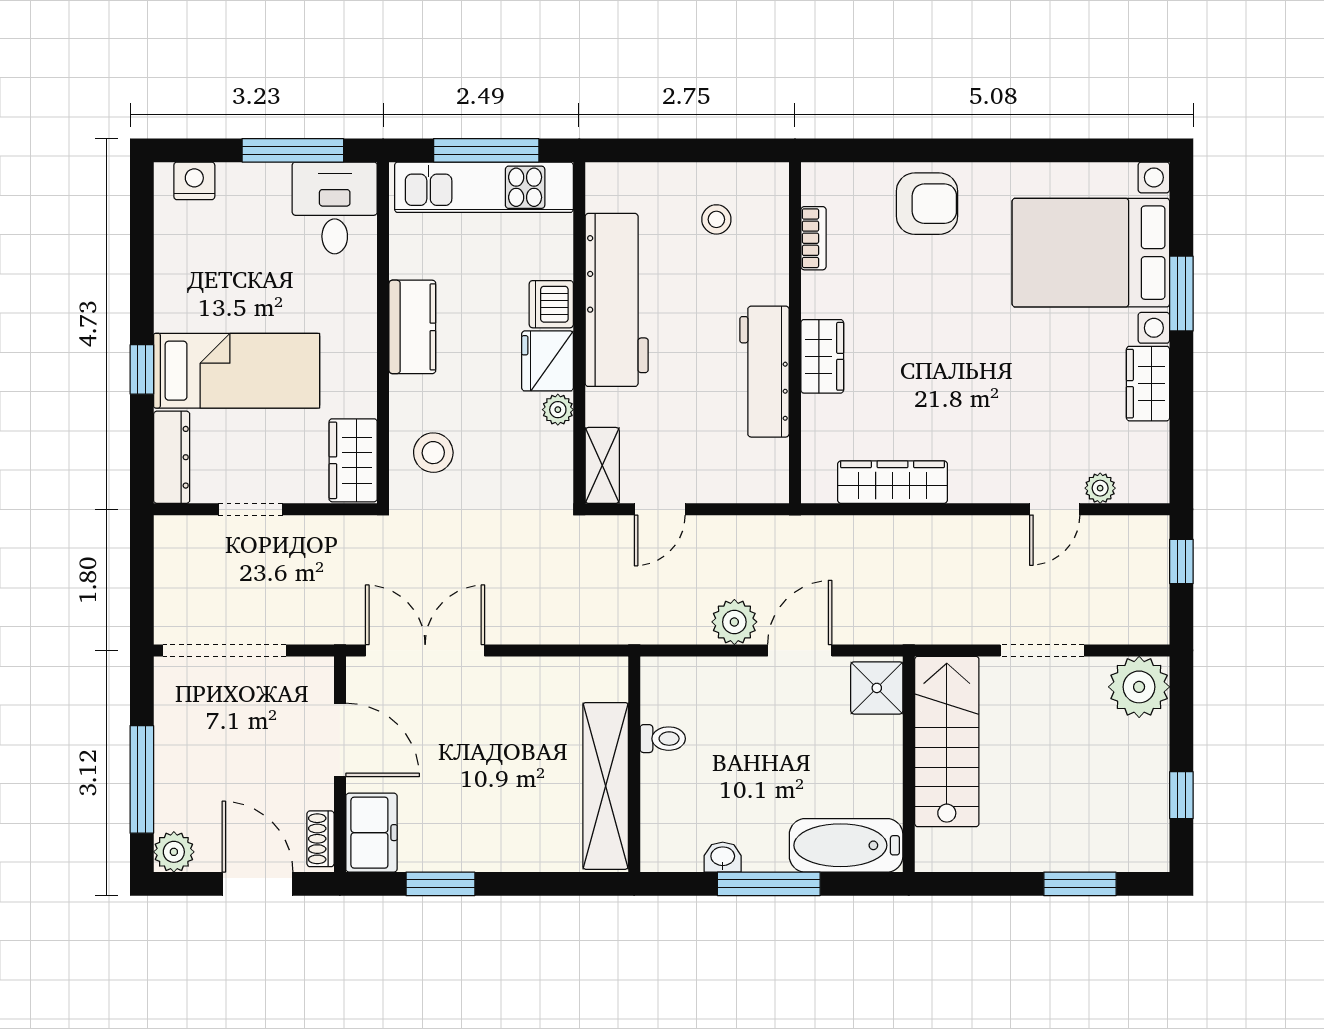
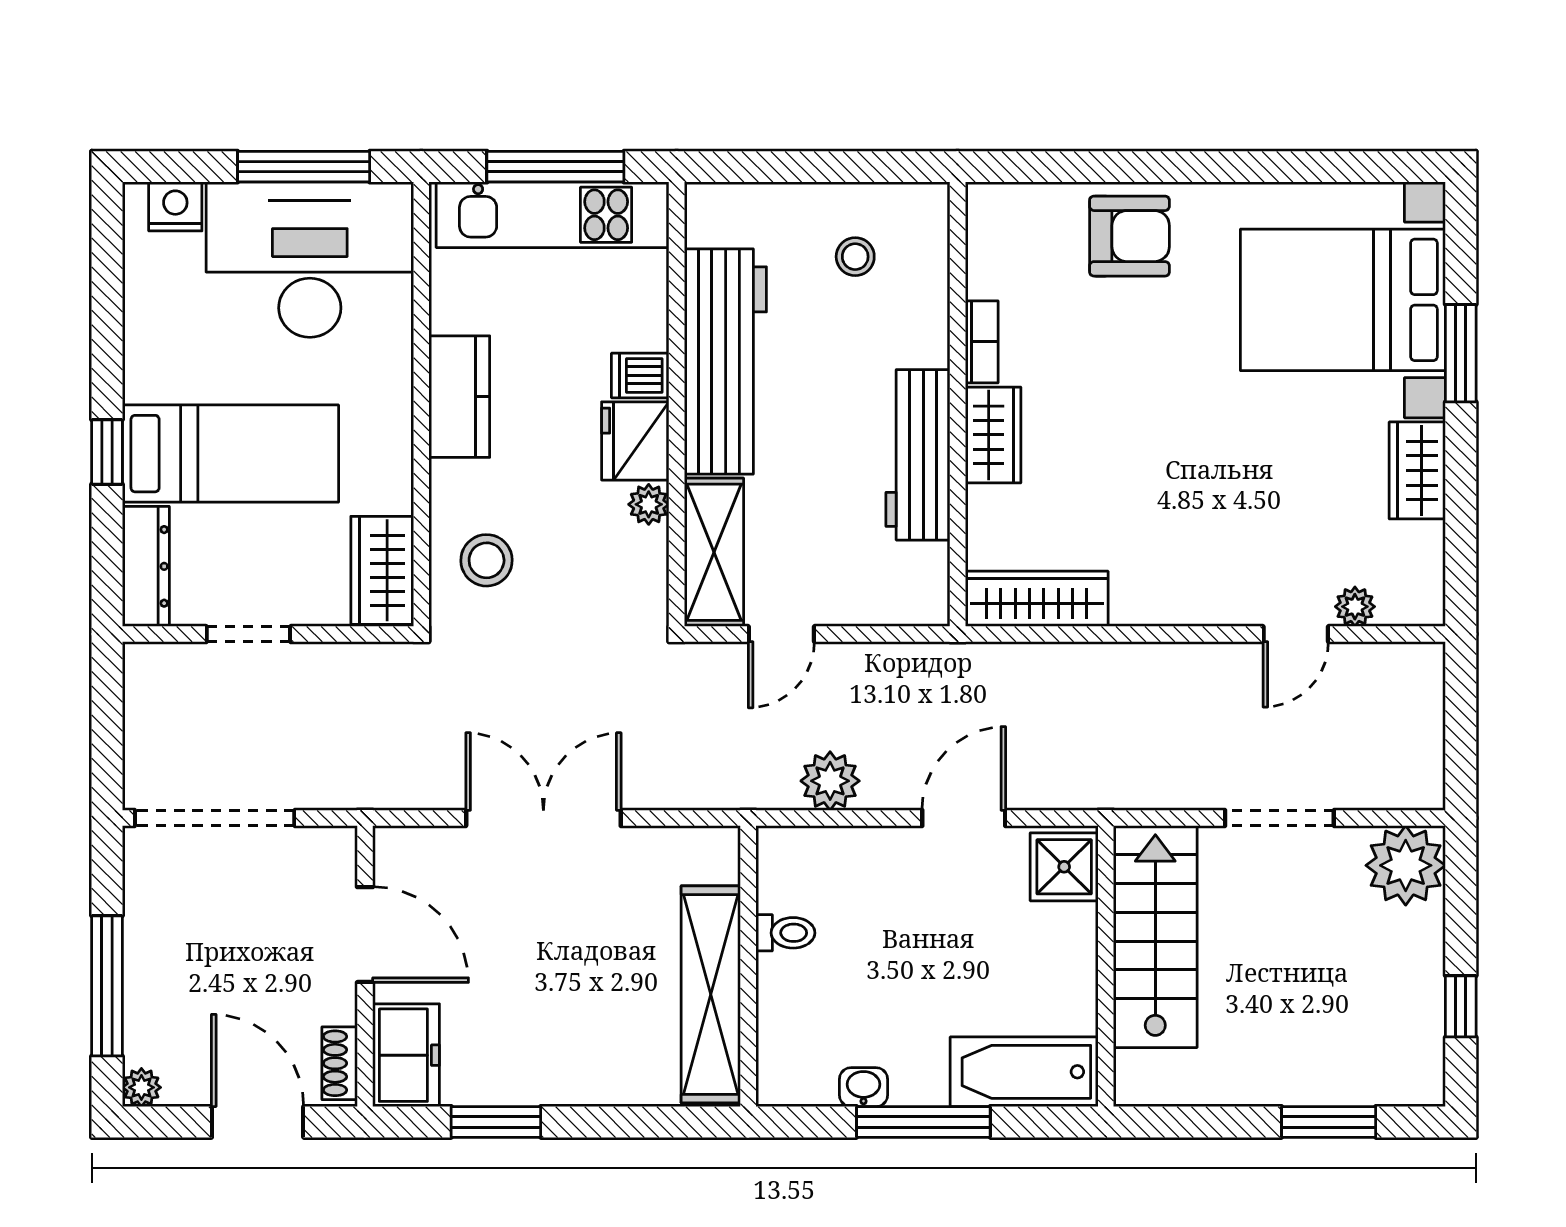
desk: (335, 208) -> (310, 260), width x1.87, depth x1.30
bookcase: (813, 238) -> (982, 342), moved
dishwasher: (551, 304) -> (640, 375), width x0.73
shelving: (602, 465) -> (714, 552), width x1.50, depth x1.33
wardrobe: (892, 482) -> (1037, 599), moved
window: (1181, 561) -> (1461, 702), removed
plant: (734, 622) -> (830, 781), moved
double door: (425, 650) -> (543, 818), moved
plant: (174, 852) -> (141, 1087), width x0.73, depth x0.73

